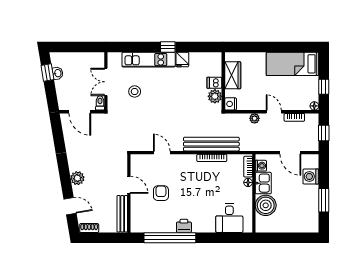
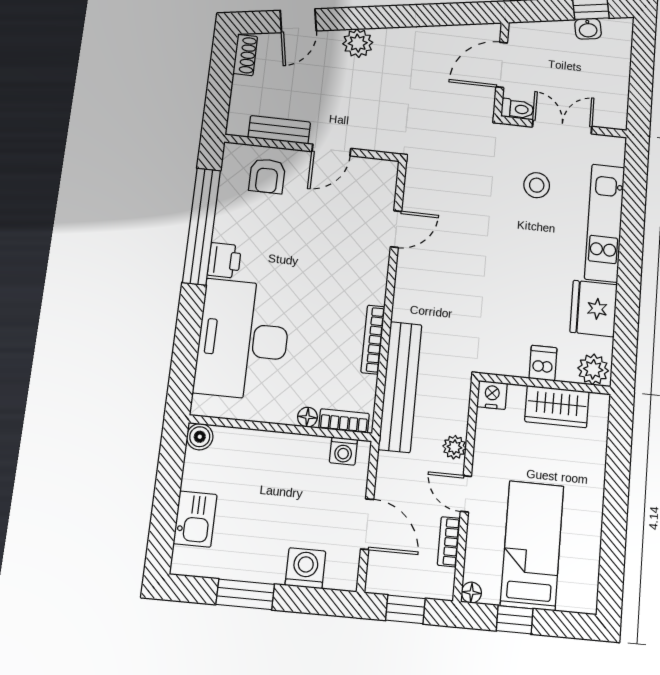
window: (168, 47) -> (630, 268), removed
fridge: (182, 60) -> (594, 308), width x1.88, depth x1.34
bed: (293, 64) -> (532, 545), moved
plant: (215, 96) -> (593, 369), moved
door: (274, 112) -> (466, 494), swing flipped
bench: (211, 144) -> (400, 387), moved
door: (290, 153) -> (367, 524), swing flipped
kitchen sink: (263, 183) -> (195, 519), moved, turned -90
armchair: (161, 193) -> (267, 176), moved, turned 90
boiler: (266, 205) -> (200, 437), moved, width x0.54, depth x0.54
bench: (122, 214) -> (279, 130), width x0.73
desk: (229, 218) -> (243, 339), width x1.87, depth x1.30

